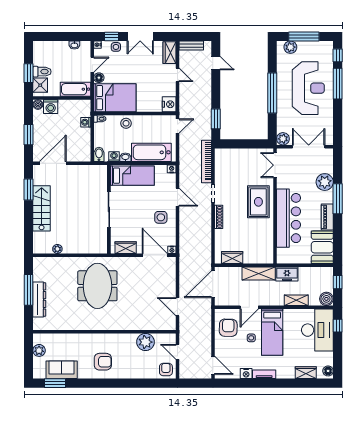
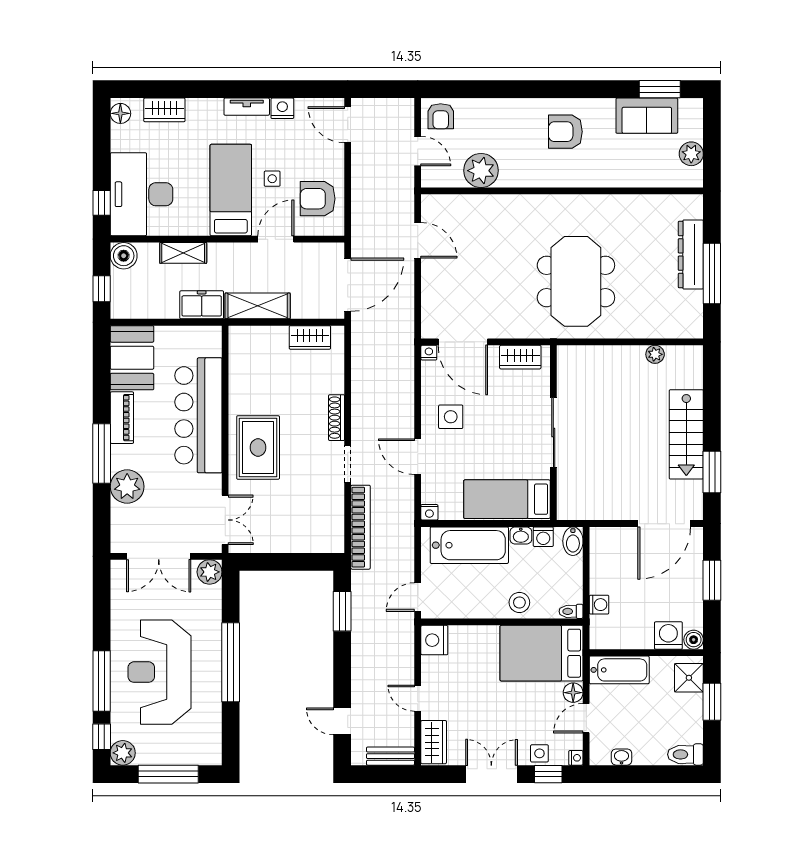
plant: (290, 47) -> (123, 753), moved
toilet: (42, 72) -> (685, 754), moved
armchair: (228, 328) -> (318, 199), turned 89

